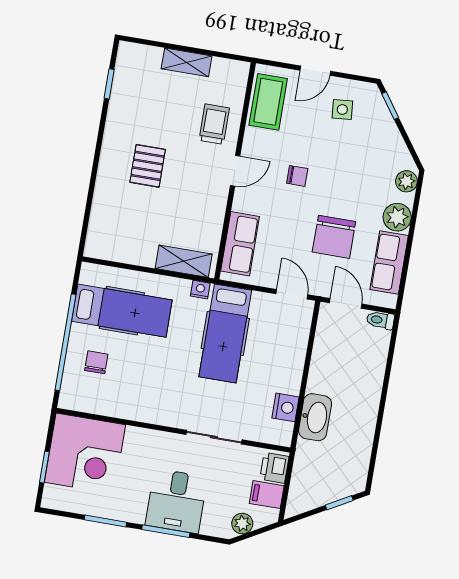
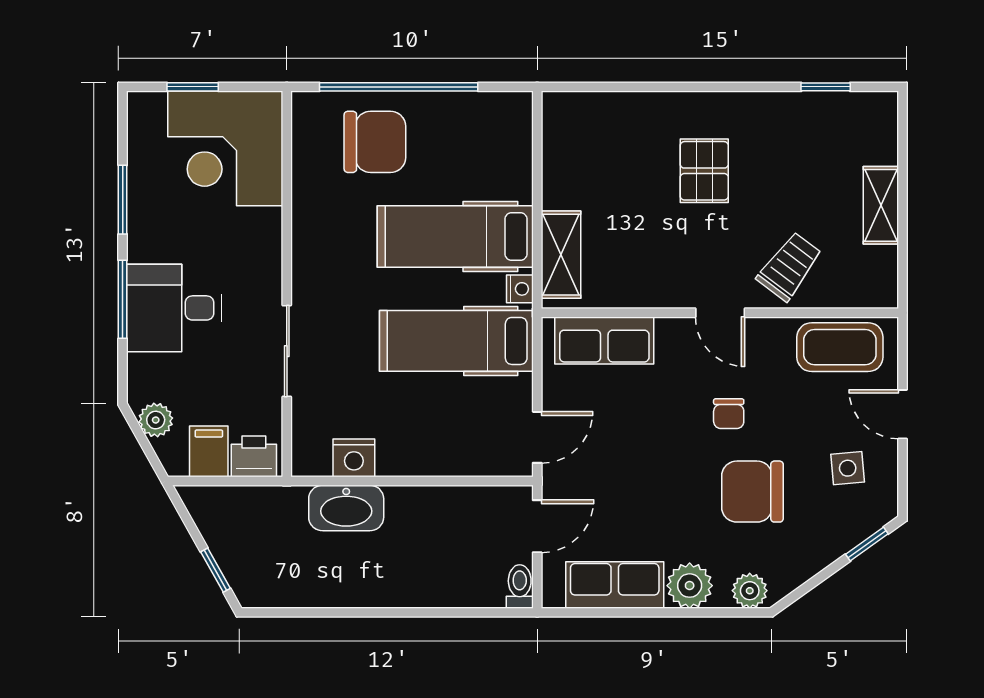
trolley: (214, 124) -> (789, 266), turned -53
pallet: (148, 166) -> (704, 171), turned 90
chair: (334, 237) -> (752, 492), moved
hospital bed: (122, 311) -> (455, 236), moved, turned 90
chair: (96, 362) -> (375, 142), width x1.87, depth x1.87

